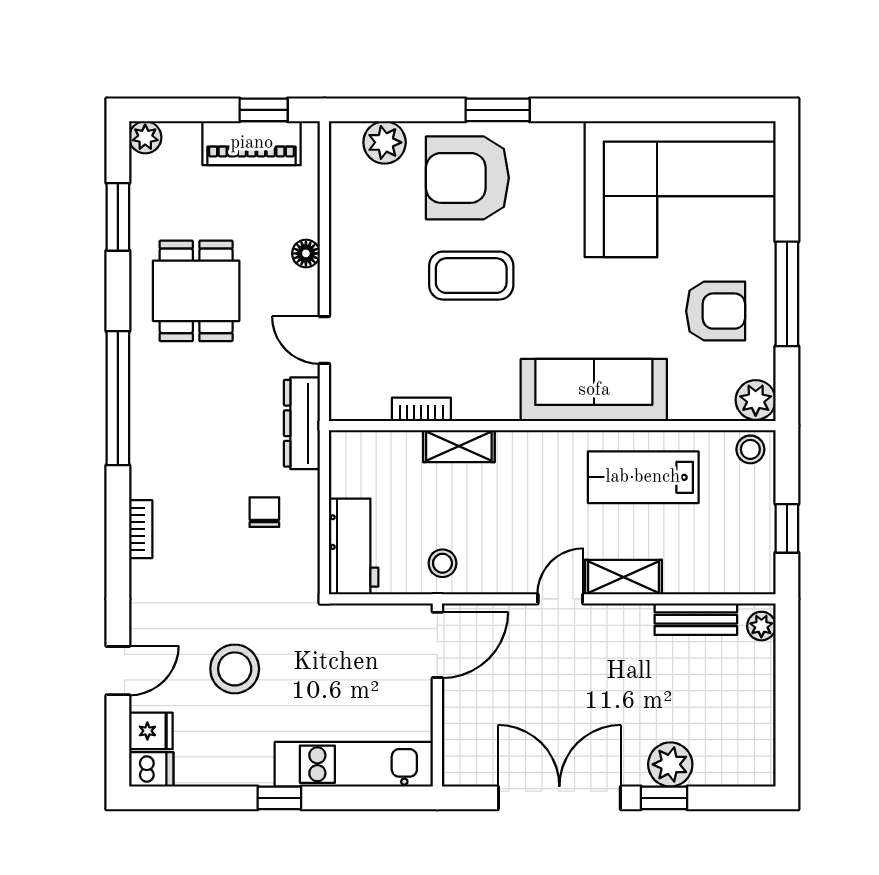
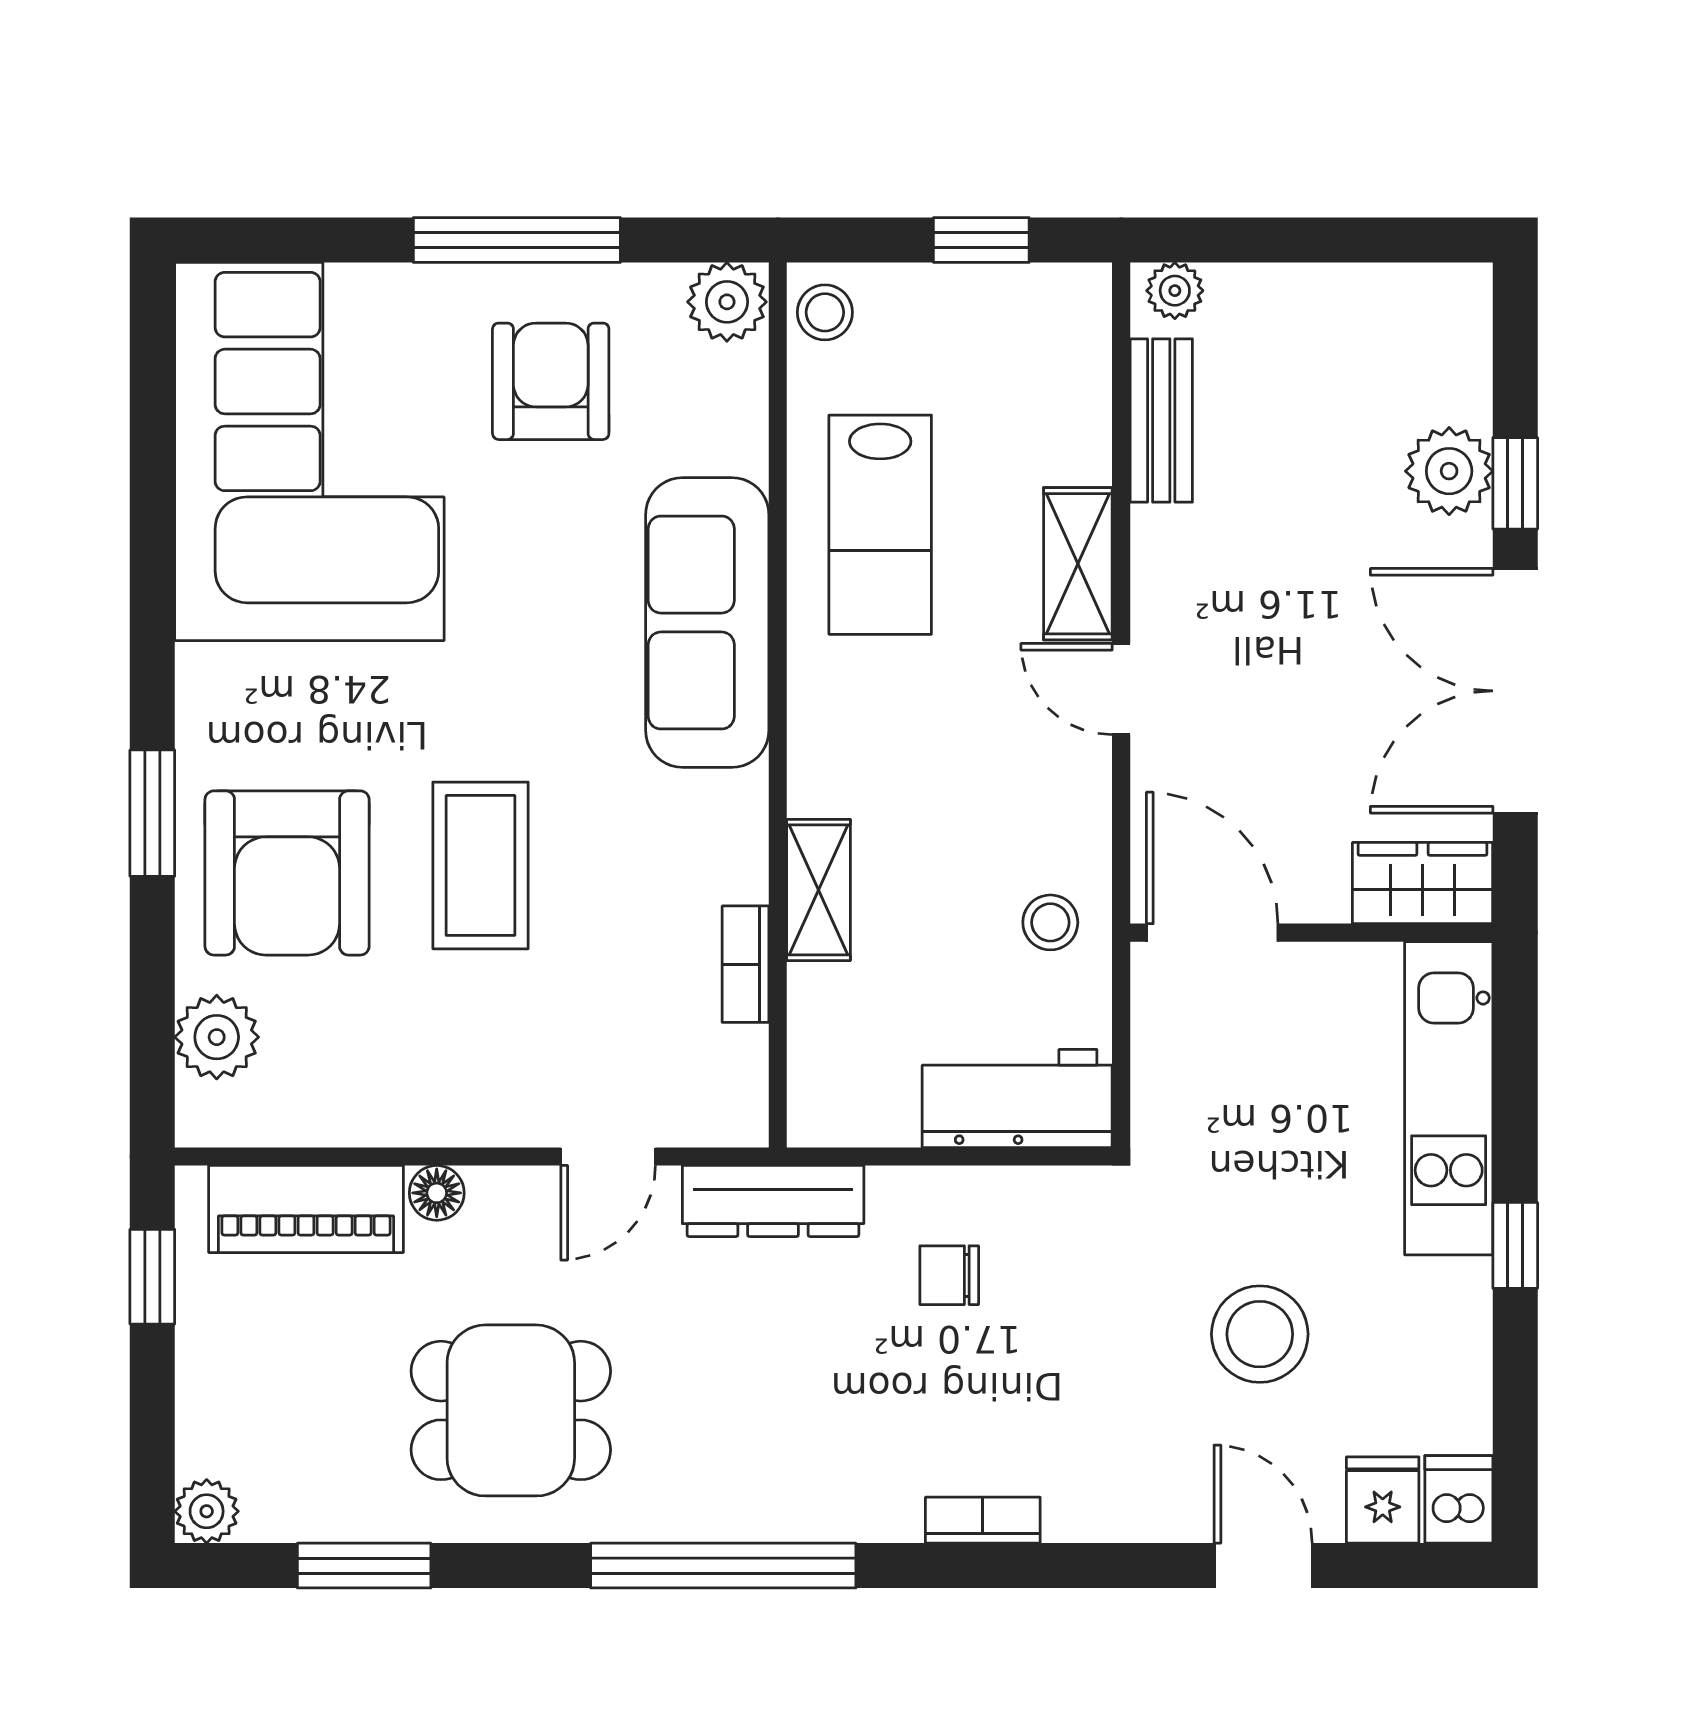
piano: (252, 143) -> (306, 1209), moved, turned 90
wardrobe: (462, 751) -> (1422, 883), added

